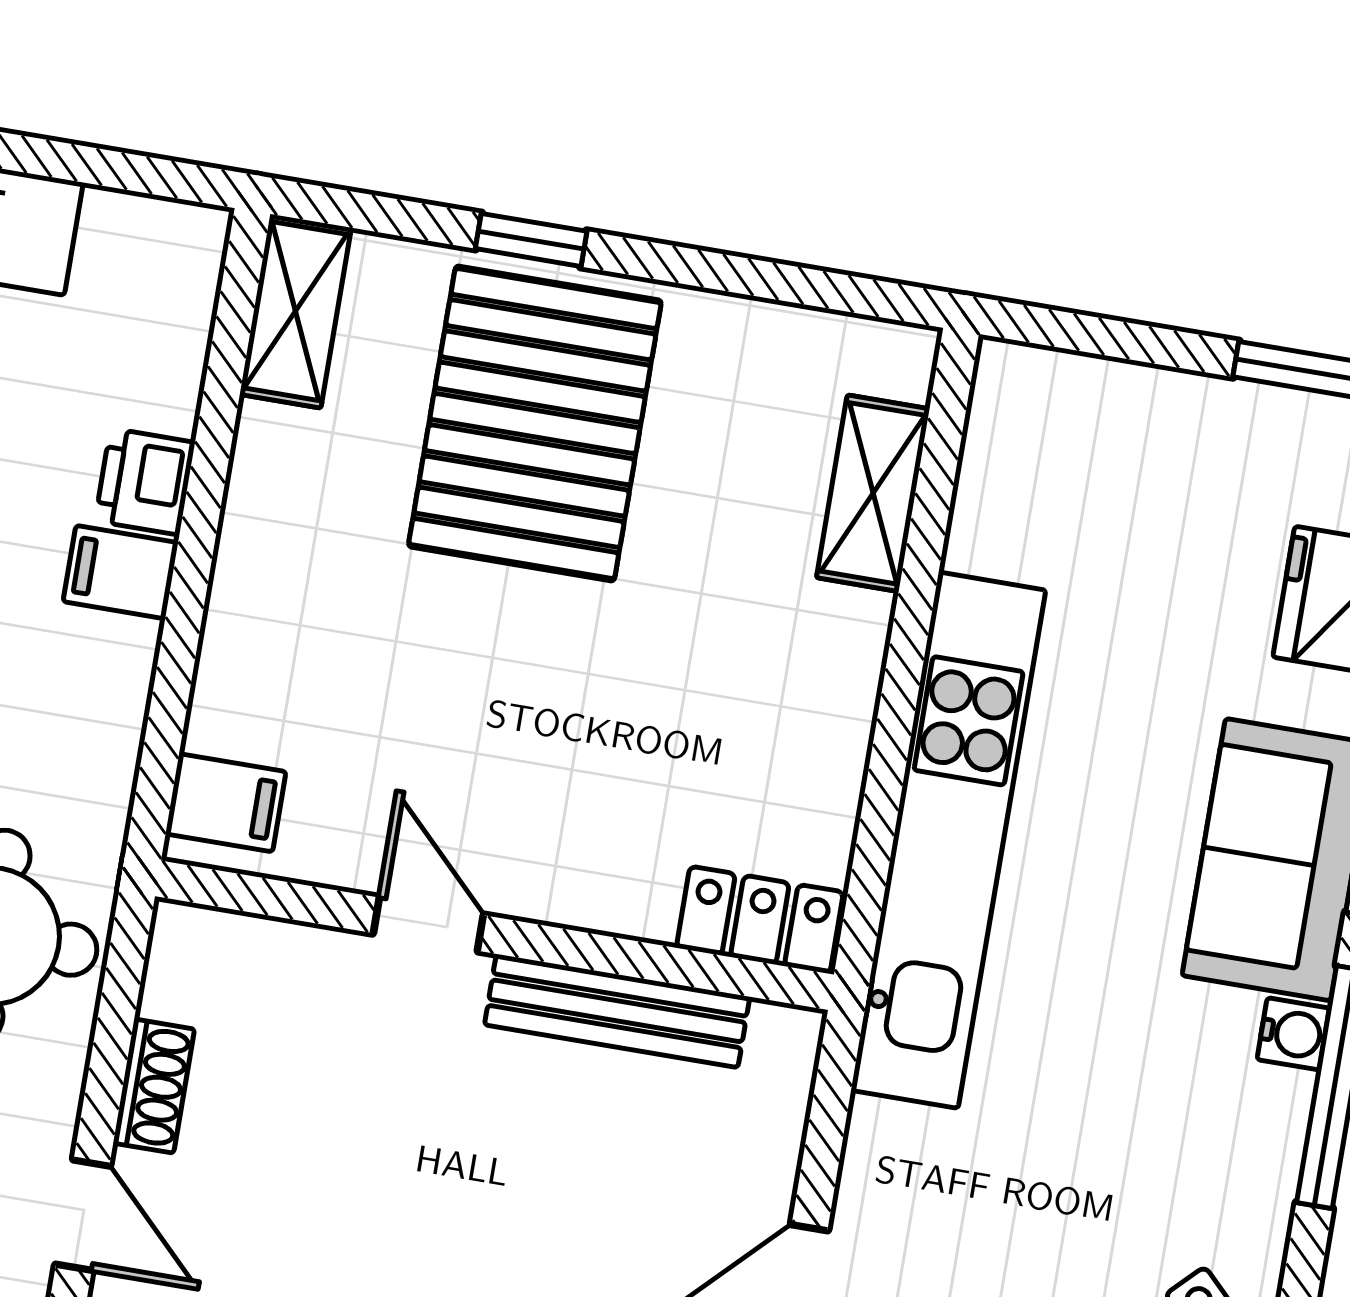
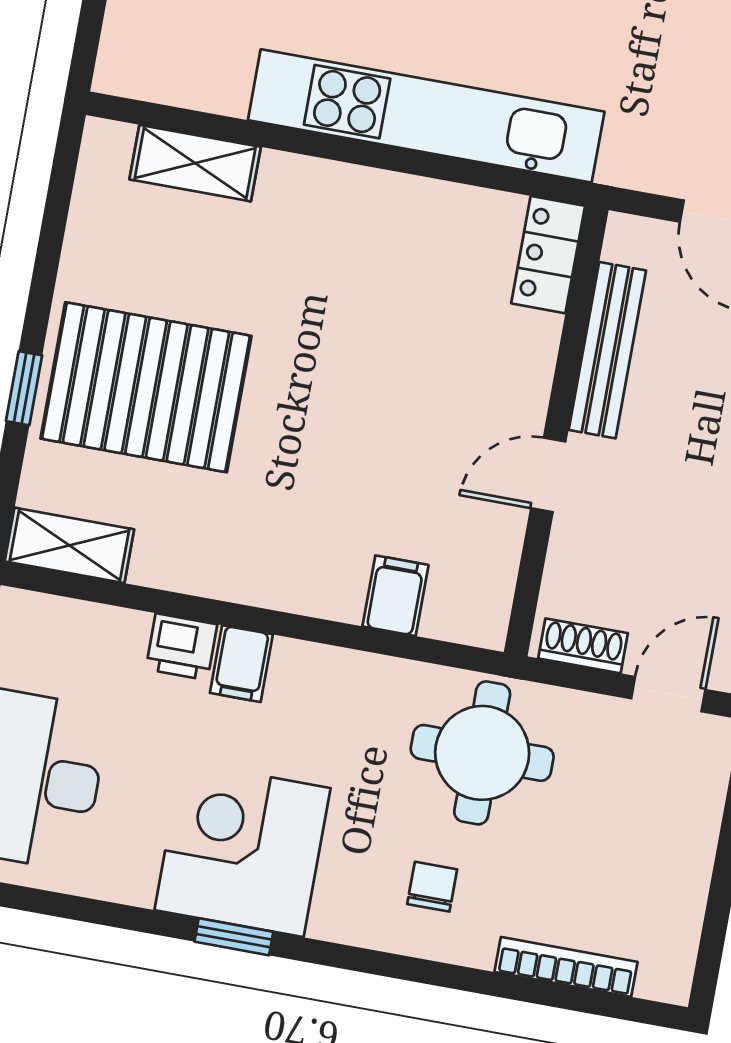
locker: (760, 920) -> (548, 255), moved
door: (428, 924) -> (548, 475), moved
wall: (494, 935) -> (556, 431), moved
bench: (617, 1011) -> (607, 350), moved

